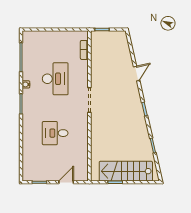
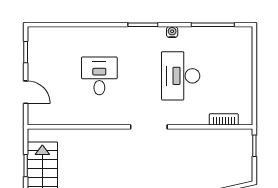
desk: (55, 79) -> (181, 76), turned 90

